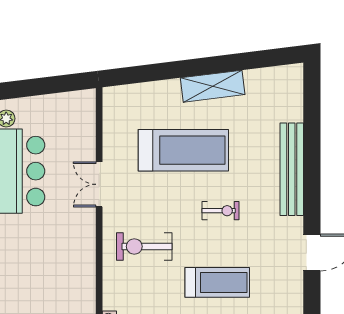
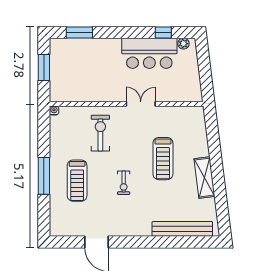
treadmill: (183, 150) -> (163, 159), width x0.73, depth x0.73
bench: (292, 169) -> (182, 229), moved

